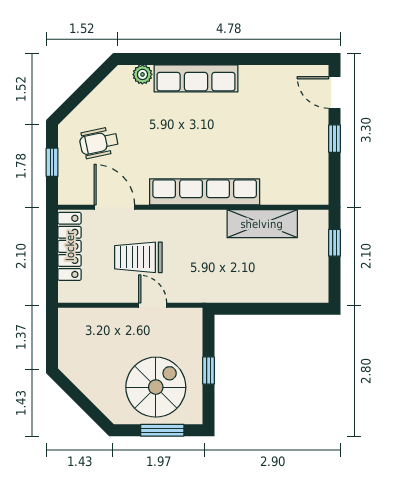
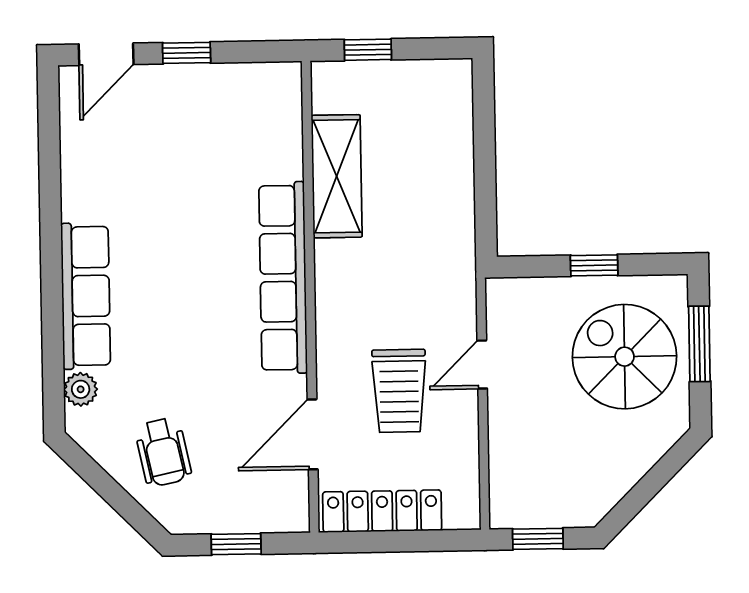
wheelchair: (99, 143) -> (163, 452), moved
window: (52, 335) -> (538, 539), added

